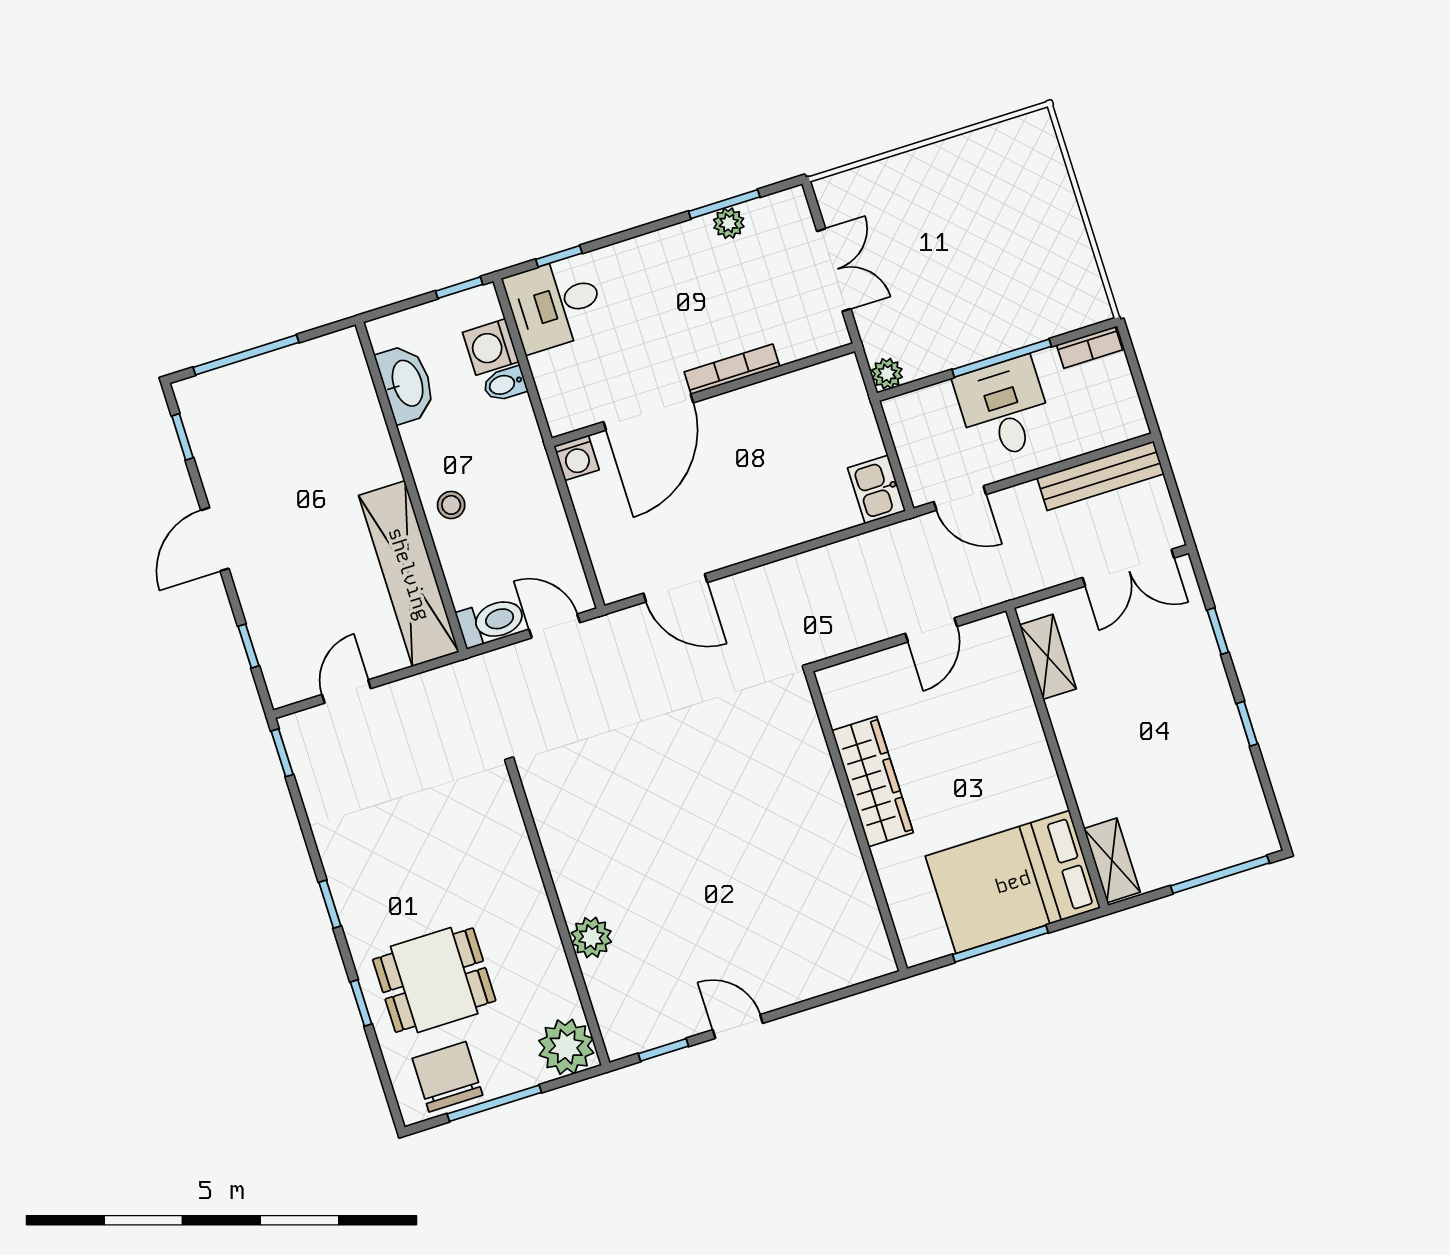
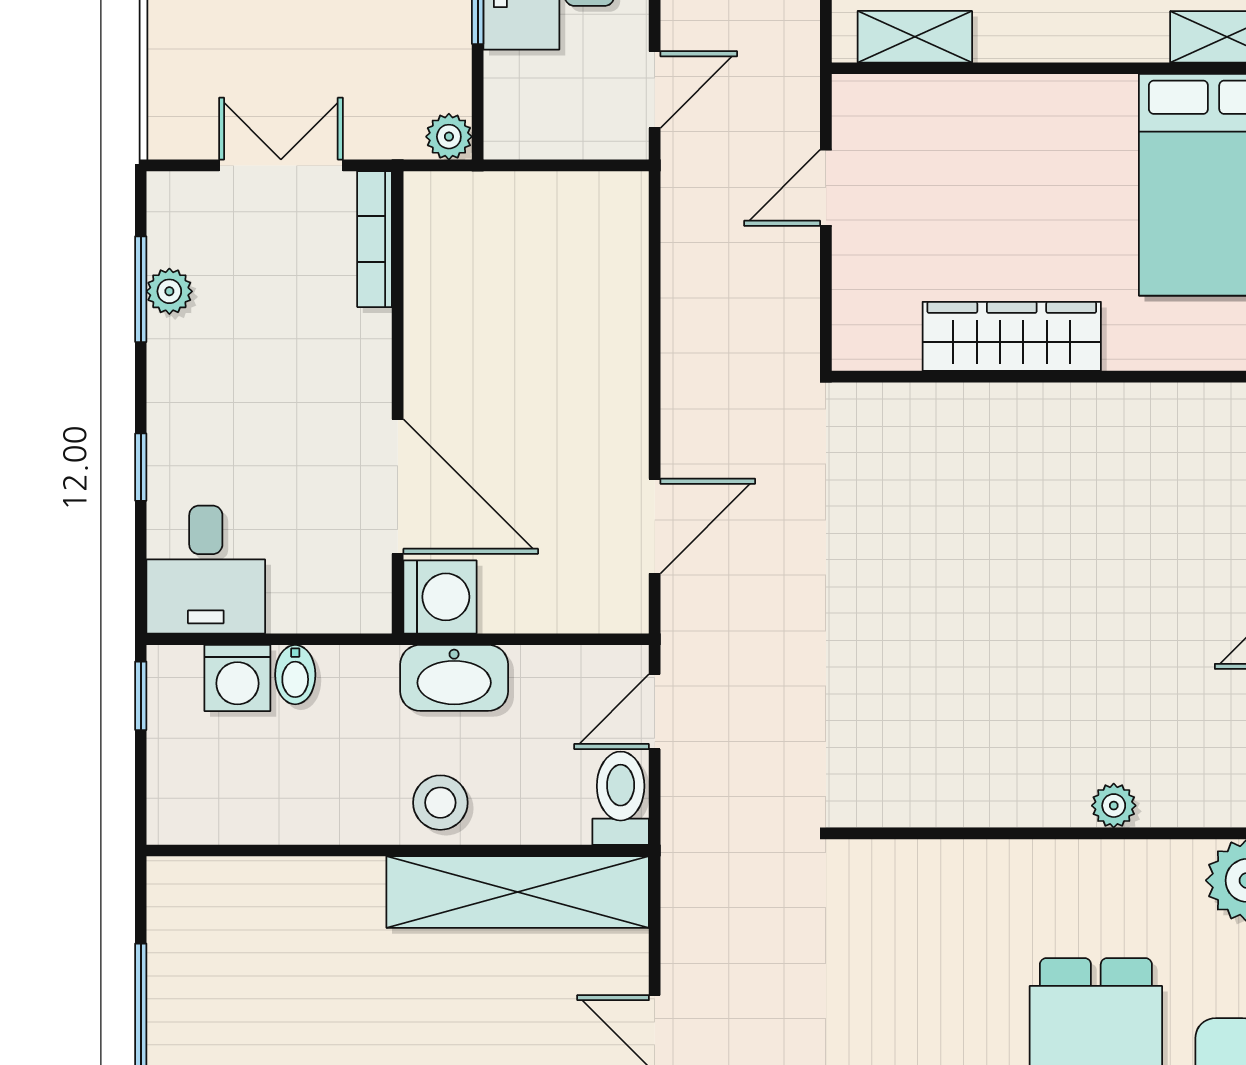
window: (559, 256) -> (141, 467), moved
bookcase: (732, 369) -> (375, 239), moved
washbasin: (406, 384) -> (454, 678), moved, turned 180
washing machine: (577, 458) -> (440, 597), width x1.38, depth x1.38
kitchen sink: (877, 489) -> (606, 202), removed
stool: (451, 505) -> (440, 803), width x1.37, depth x1.37
door: (931, 630) -> (826, 188), swing flipped
plant: (591, 937) -> (1114, 806), width x0.73, depth x0.73

